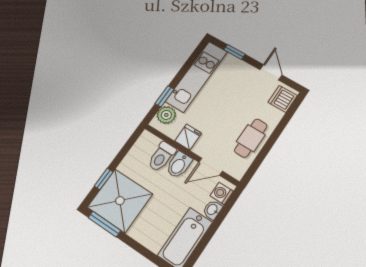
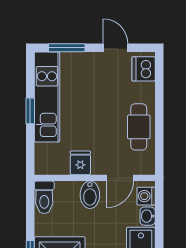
window: (234, 52) -> (67, 48), width x1.50
window: (165, 96) -> (30, 111), moved
plant: (166, 115) -> (45, 154), removed
toilet: (162, 157) -> (44, 197), moved

